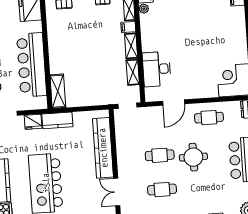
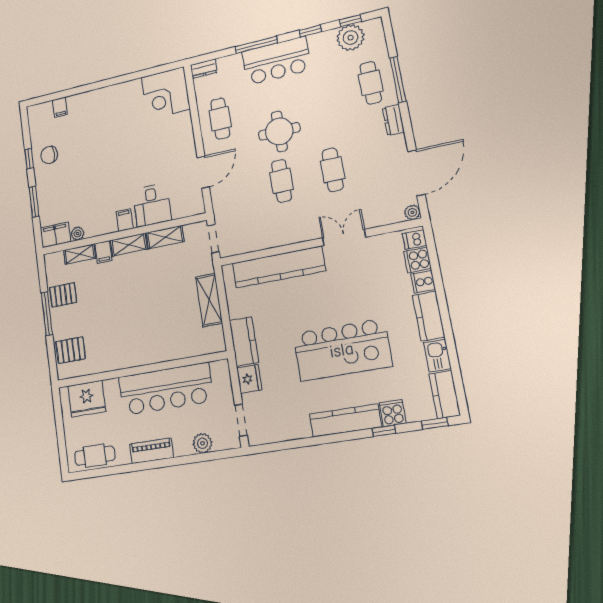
filing cabinet: (149, 44) -> (125, 220), added
desk: (157, 69) -> (152, 205), width x0.73
shelving: (58, 91) -> (209, 300), moved, turned 90
door: (174, 103) -> (203, 172), hinge flipped
double door: (117, 192) -> (344, 237), swing flipped

